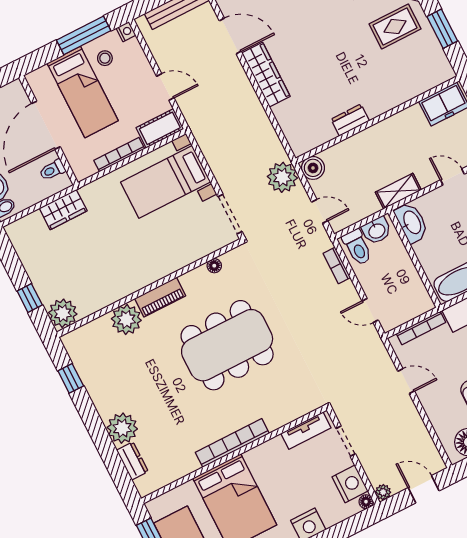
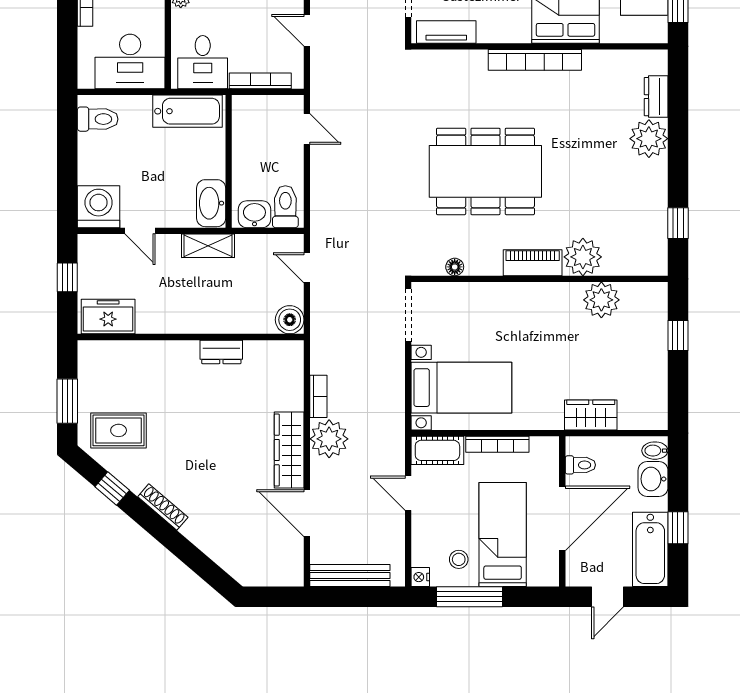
plant: (282, 177) -> (329, 439), moved
bookcase: (337, 266) -> (318, 396), moved
plant: (63, 313) -> (601, 300), moved

